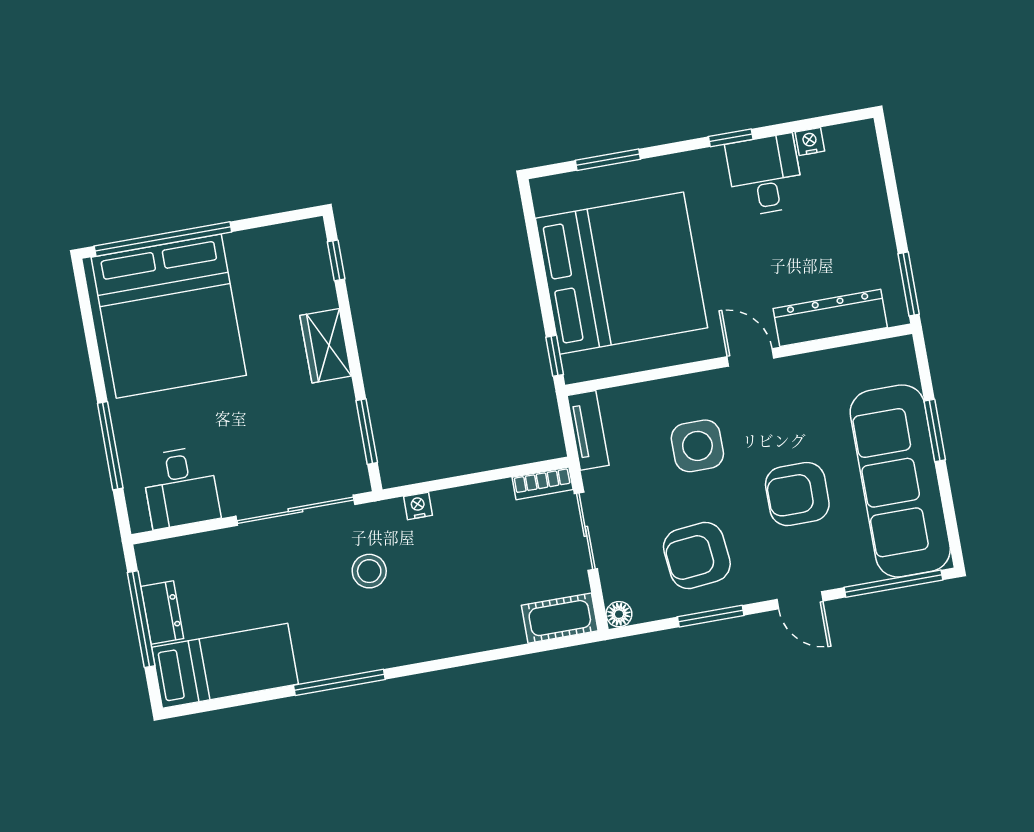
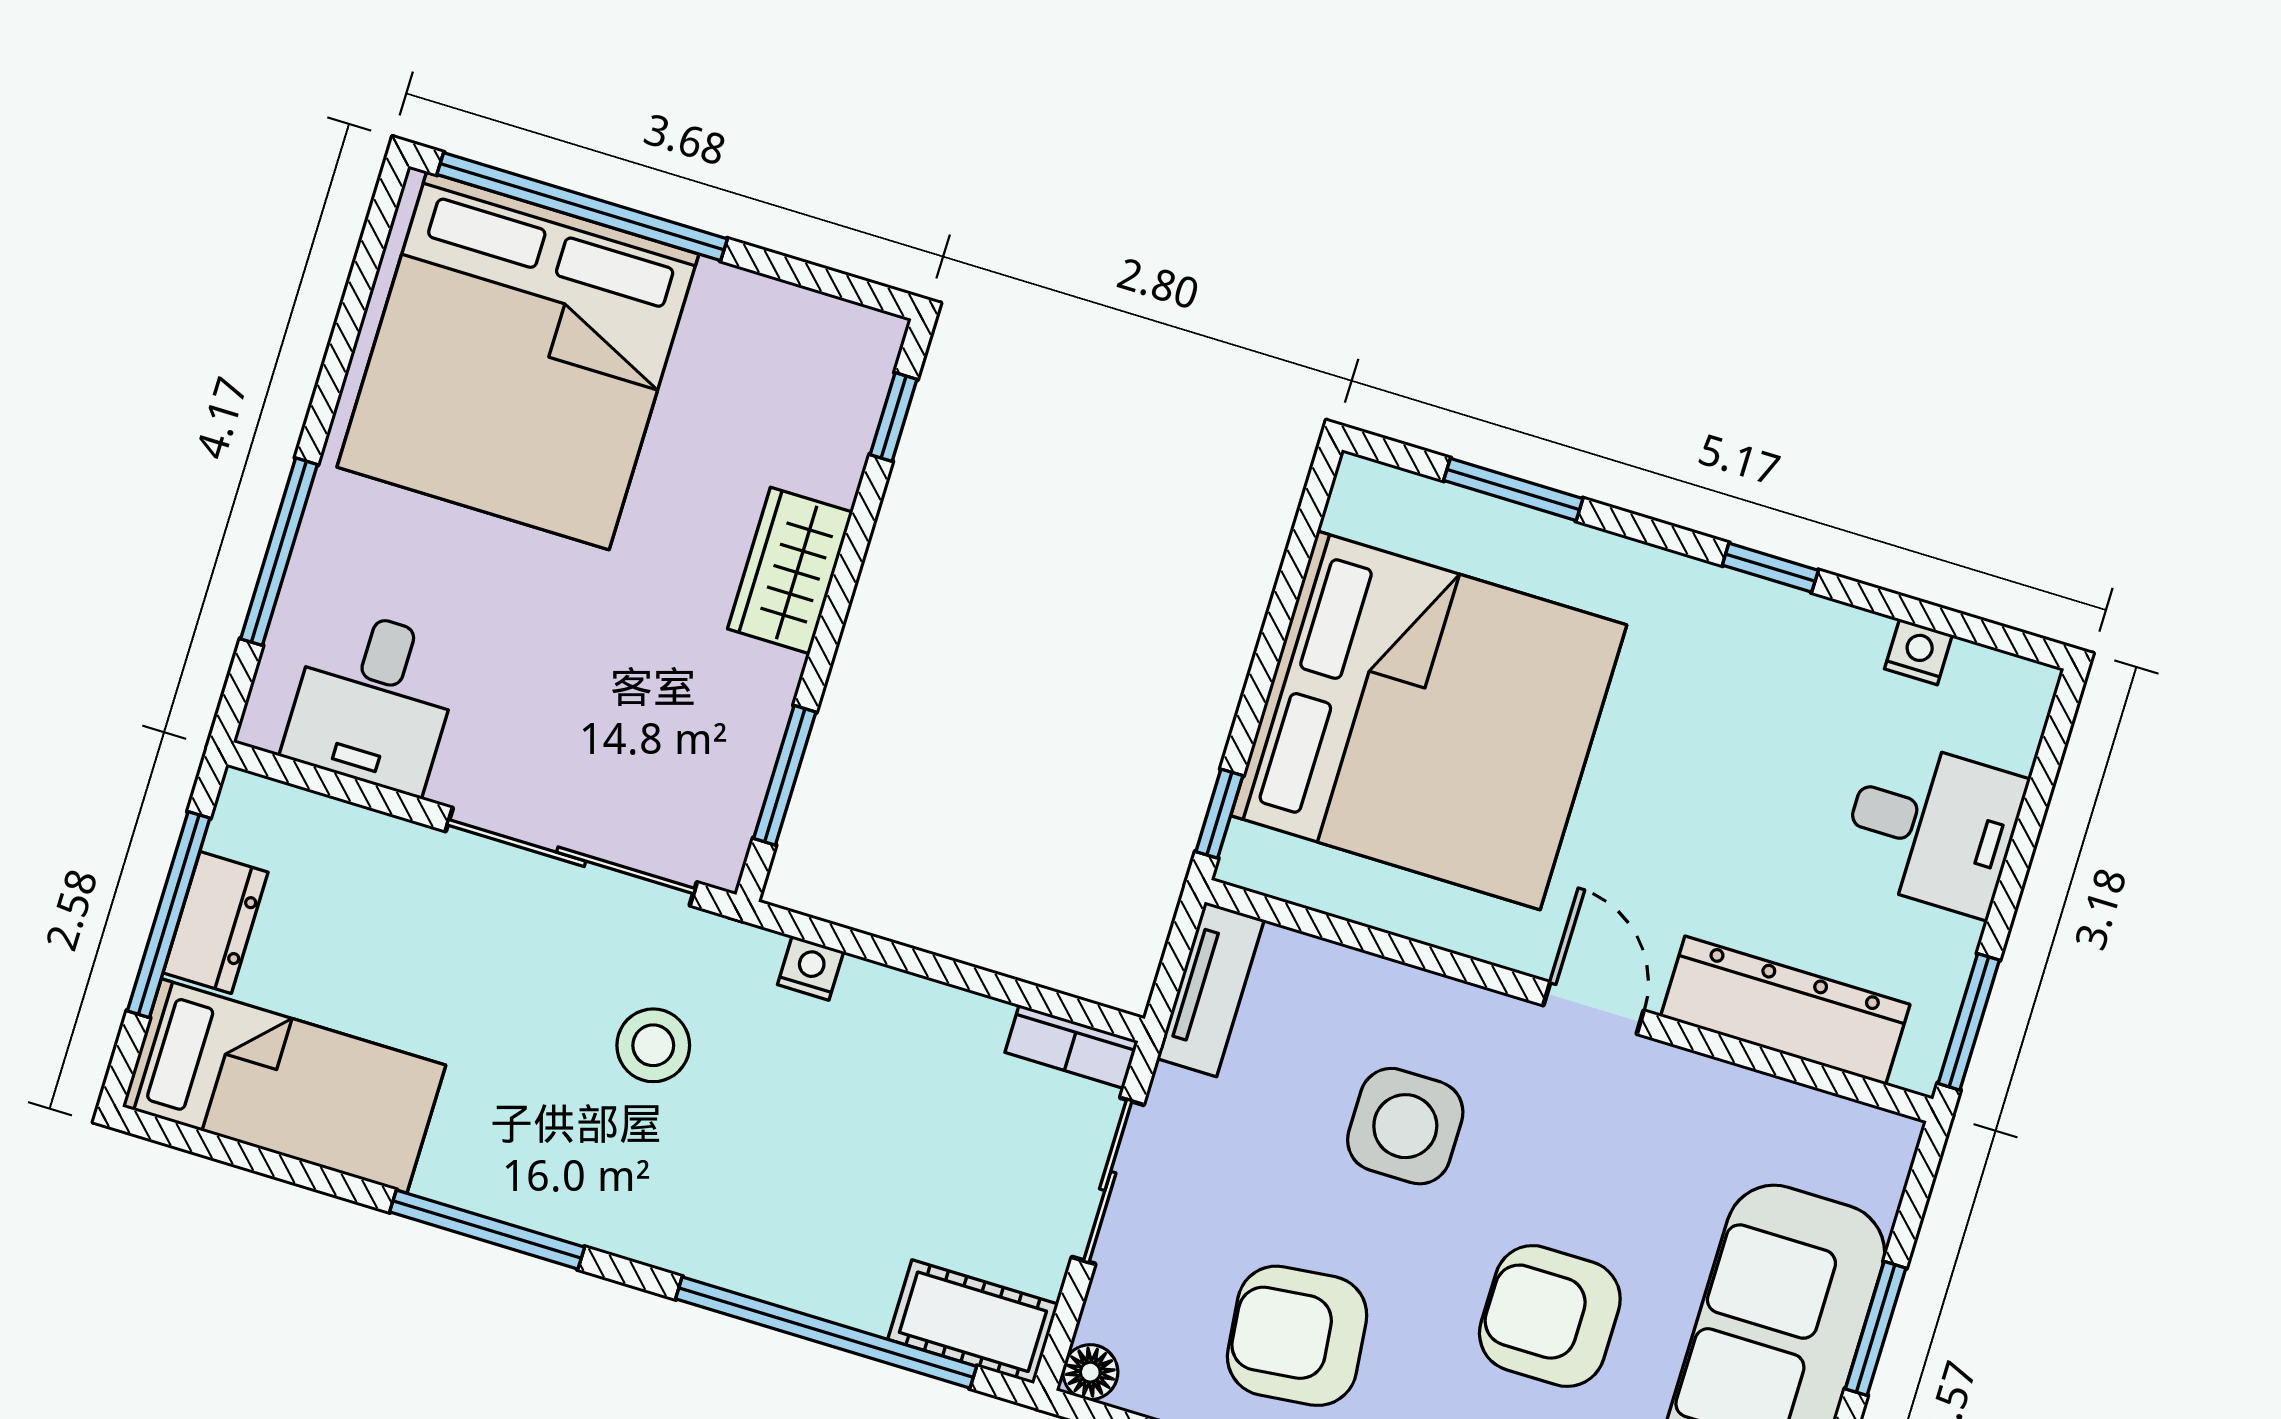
desk: (765, 175) -> (1932, 827), moved, turned 90
window: (501, 653) -> (826, 1333), added

